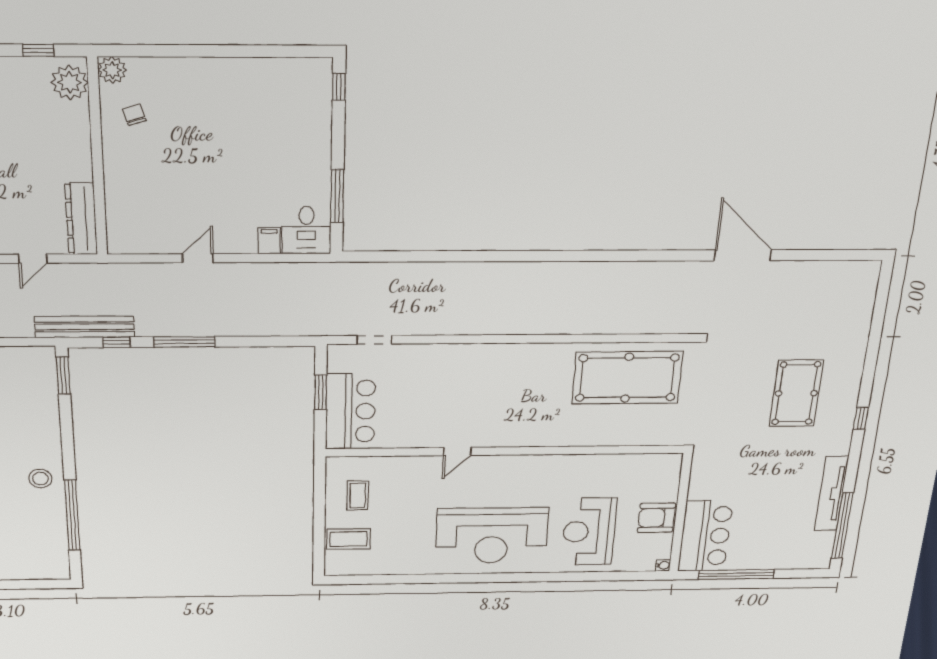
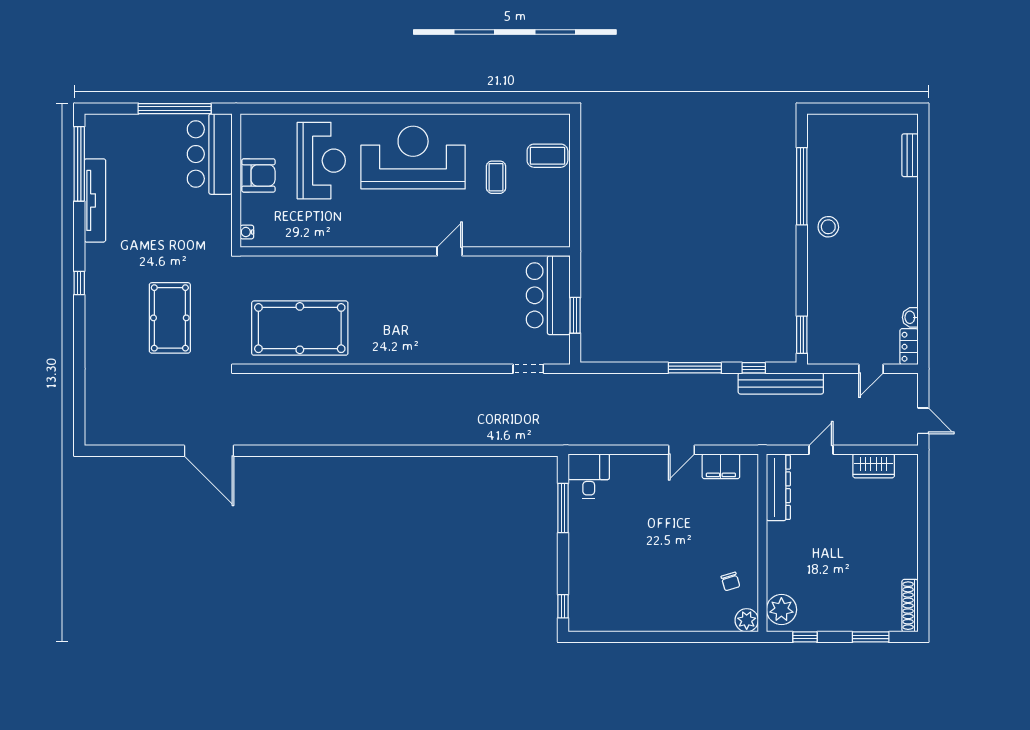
filing cabinet: (269, 241) -> (721, 466), moved, width x2.00
pool table: (796, 393) -> (170, 318), moved
coffee table: (358, 495) -> (496, 177), moved
water cooler: (663, 565) -> (247, 232), moved

